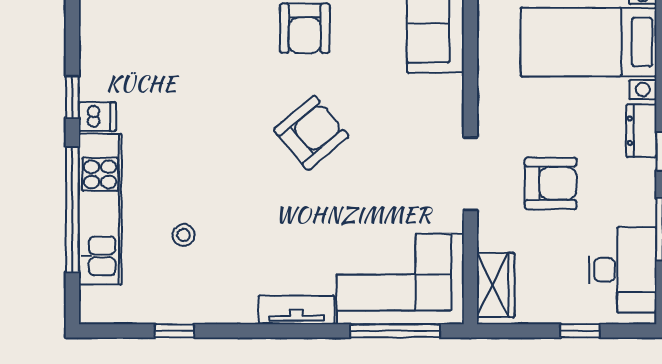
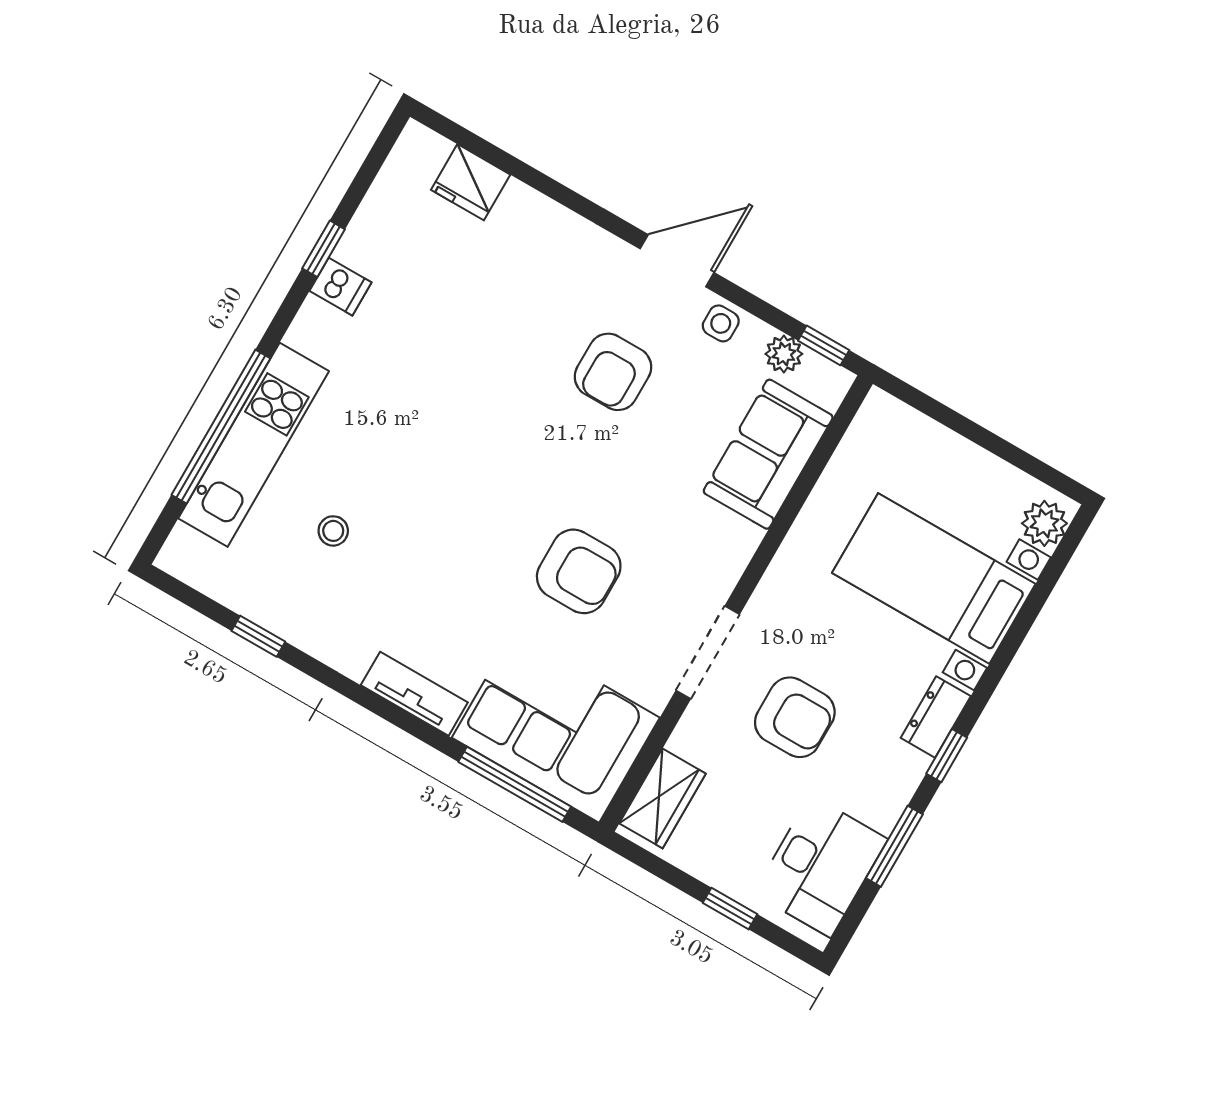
window: (72, 97) -> (324, 249), moved
dishwasher: (97, 117) -> (340, 287), moved
armchair: (311, 133) -> (579, 571), moved, turned 40

